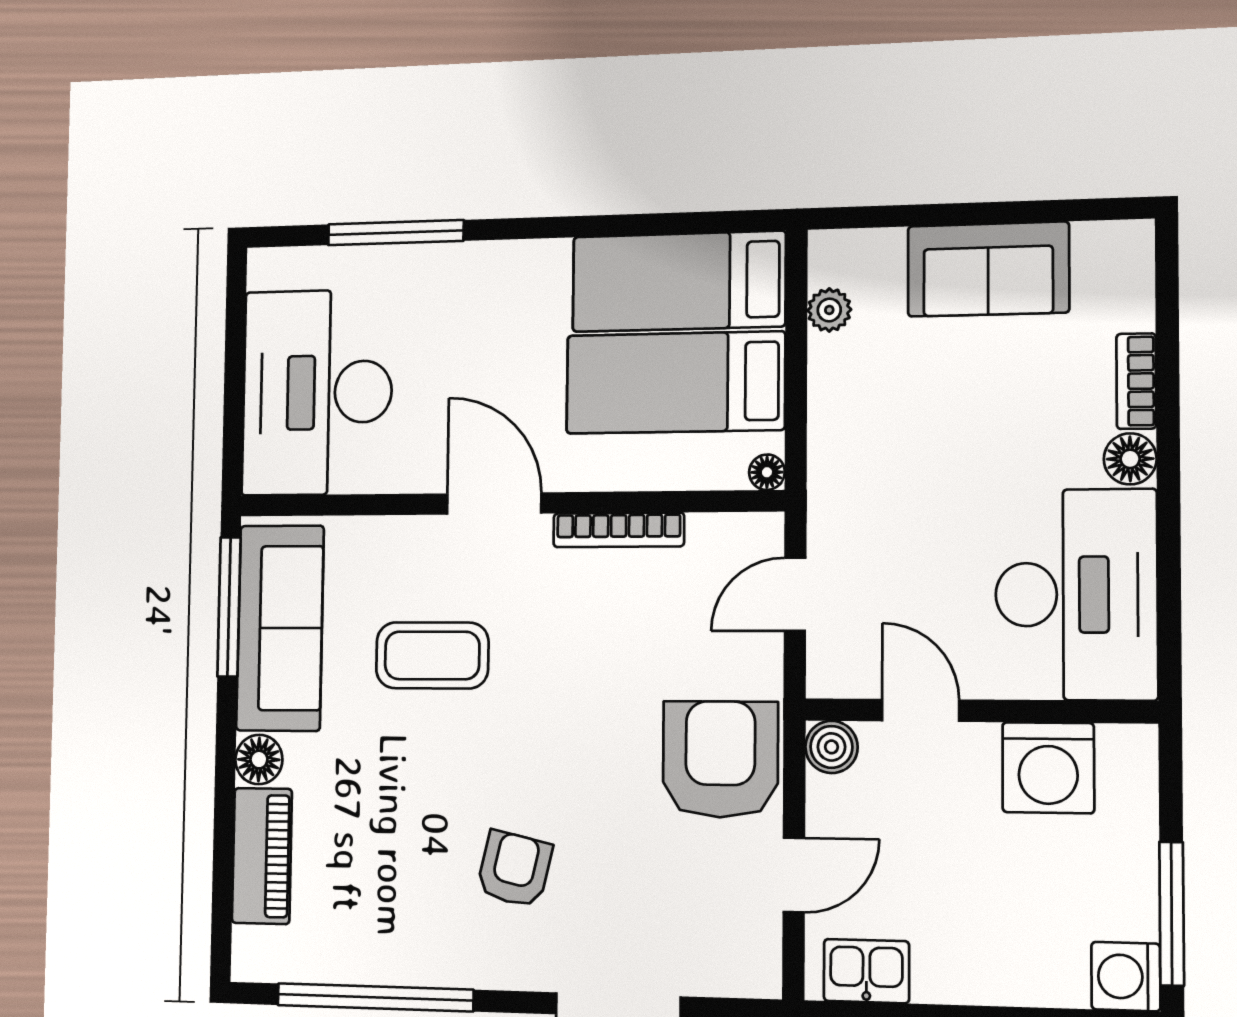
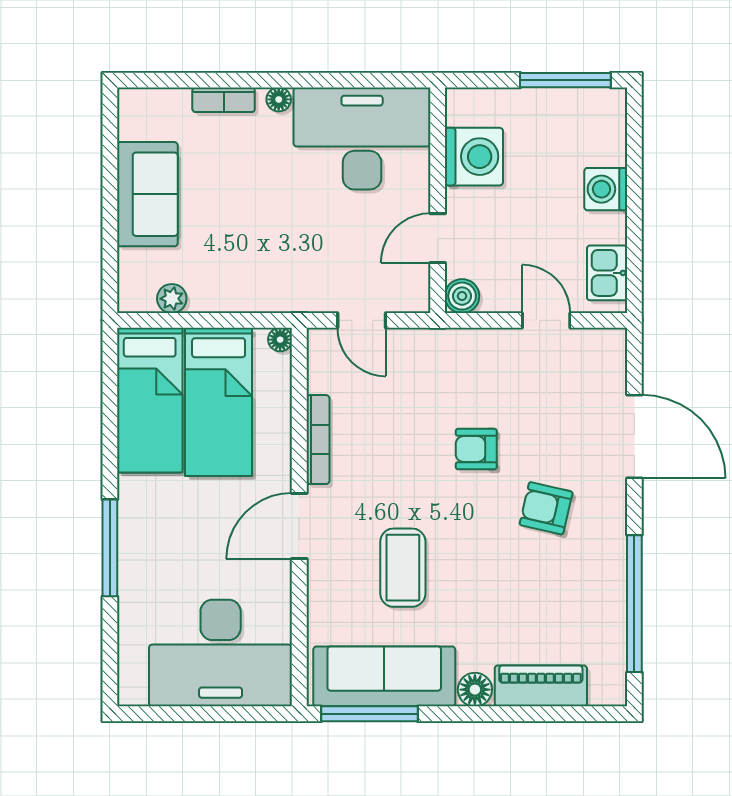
window: (396, 233) -> (110, 548), moved
floor lamp: (1130, 459) -> (279, 99), width x0.73, depth x0.73
armchair: (720, 759) -> (476, 449), moved, width x0.53, depth x0.53
washing machine: (1126, 977) -> (606, 189), moved, turned 90

